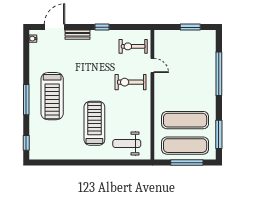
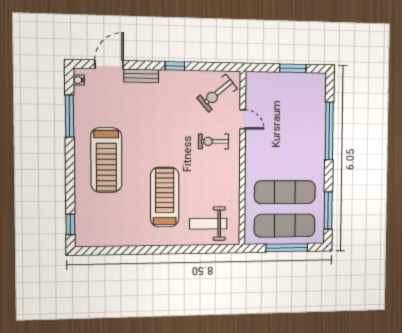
exercise bike: (133, 46) -> (217, 93), turned -40
exercise bike: (131, 82) -> (213, 141), width x0.73, depth x0.72
window: (26, 100) -> (69, 116), moved

